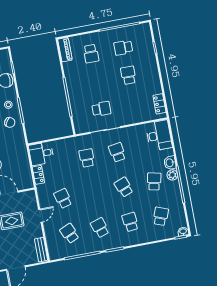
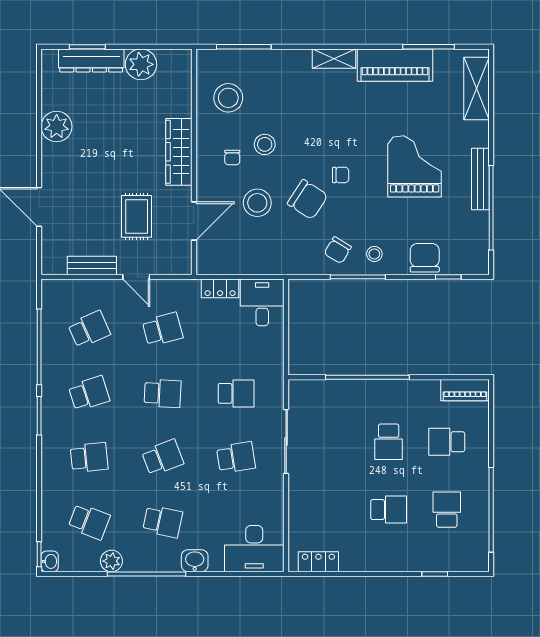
school desk: (101, 109) -> (389, 442), moved
plant: (172, 175) -> (111, 561), moved
school desk: (93, 193) -> (163, 393), added
bench: (41, 250) -> (92, 265), moved

